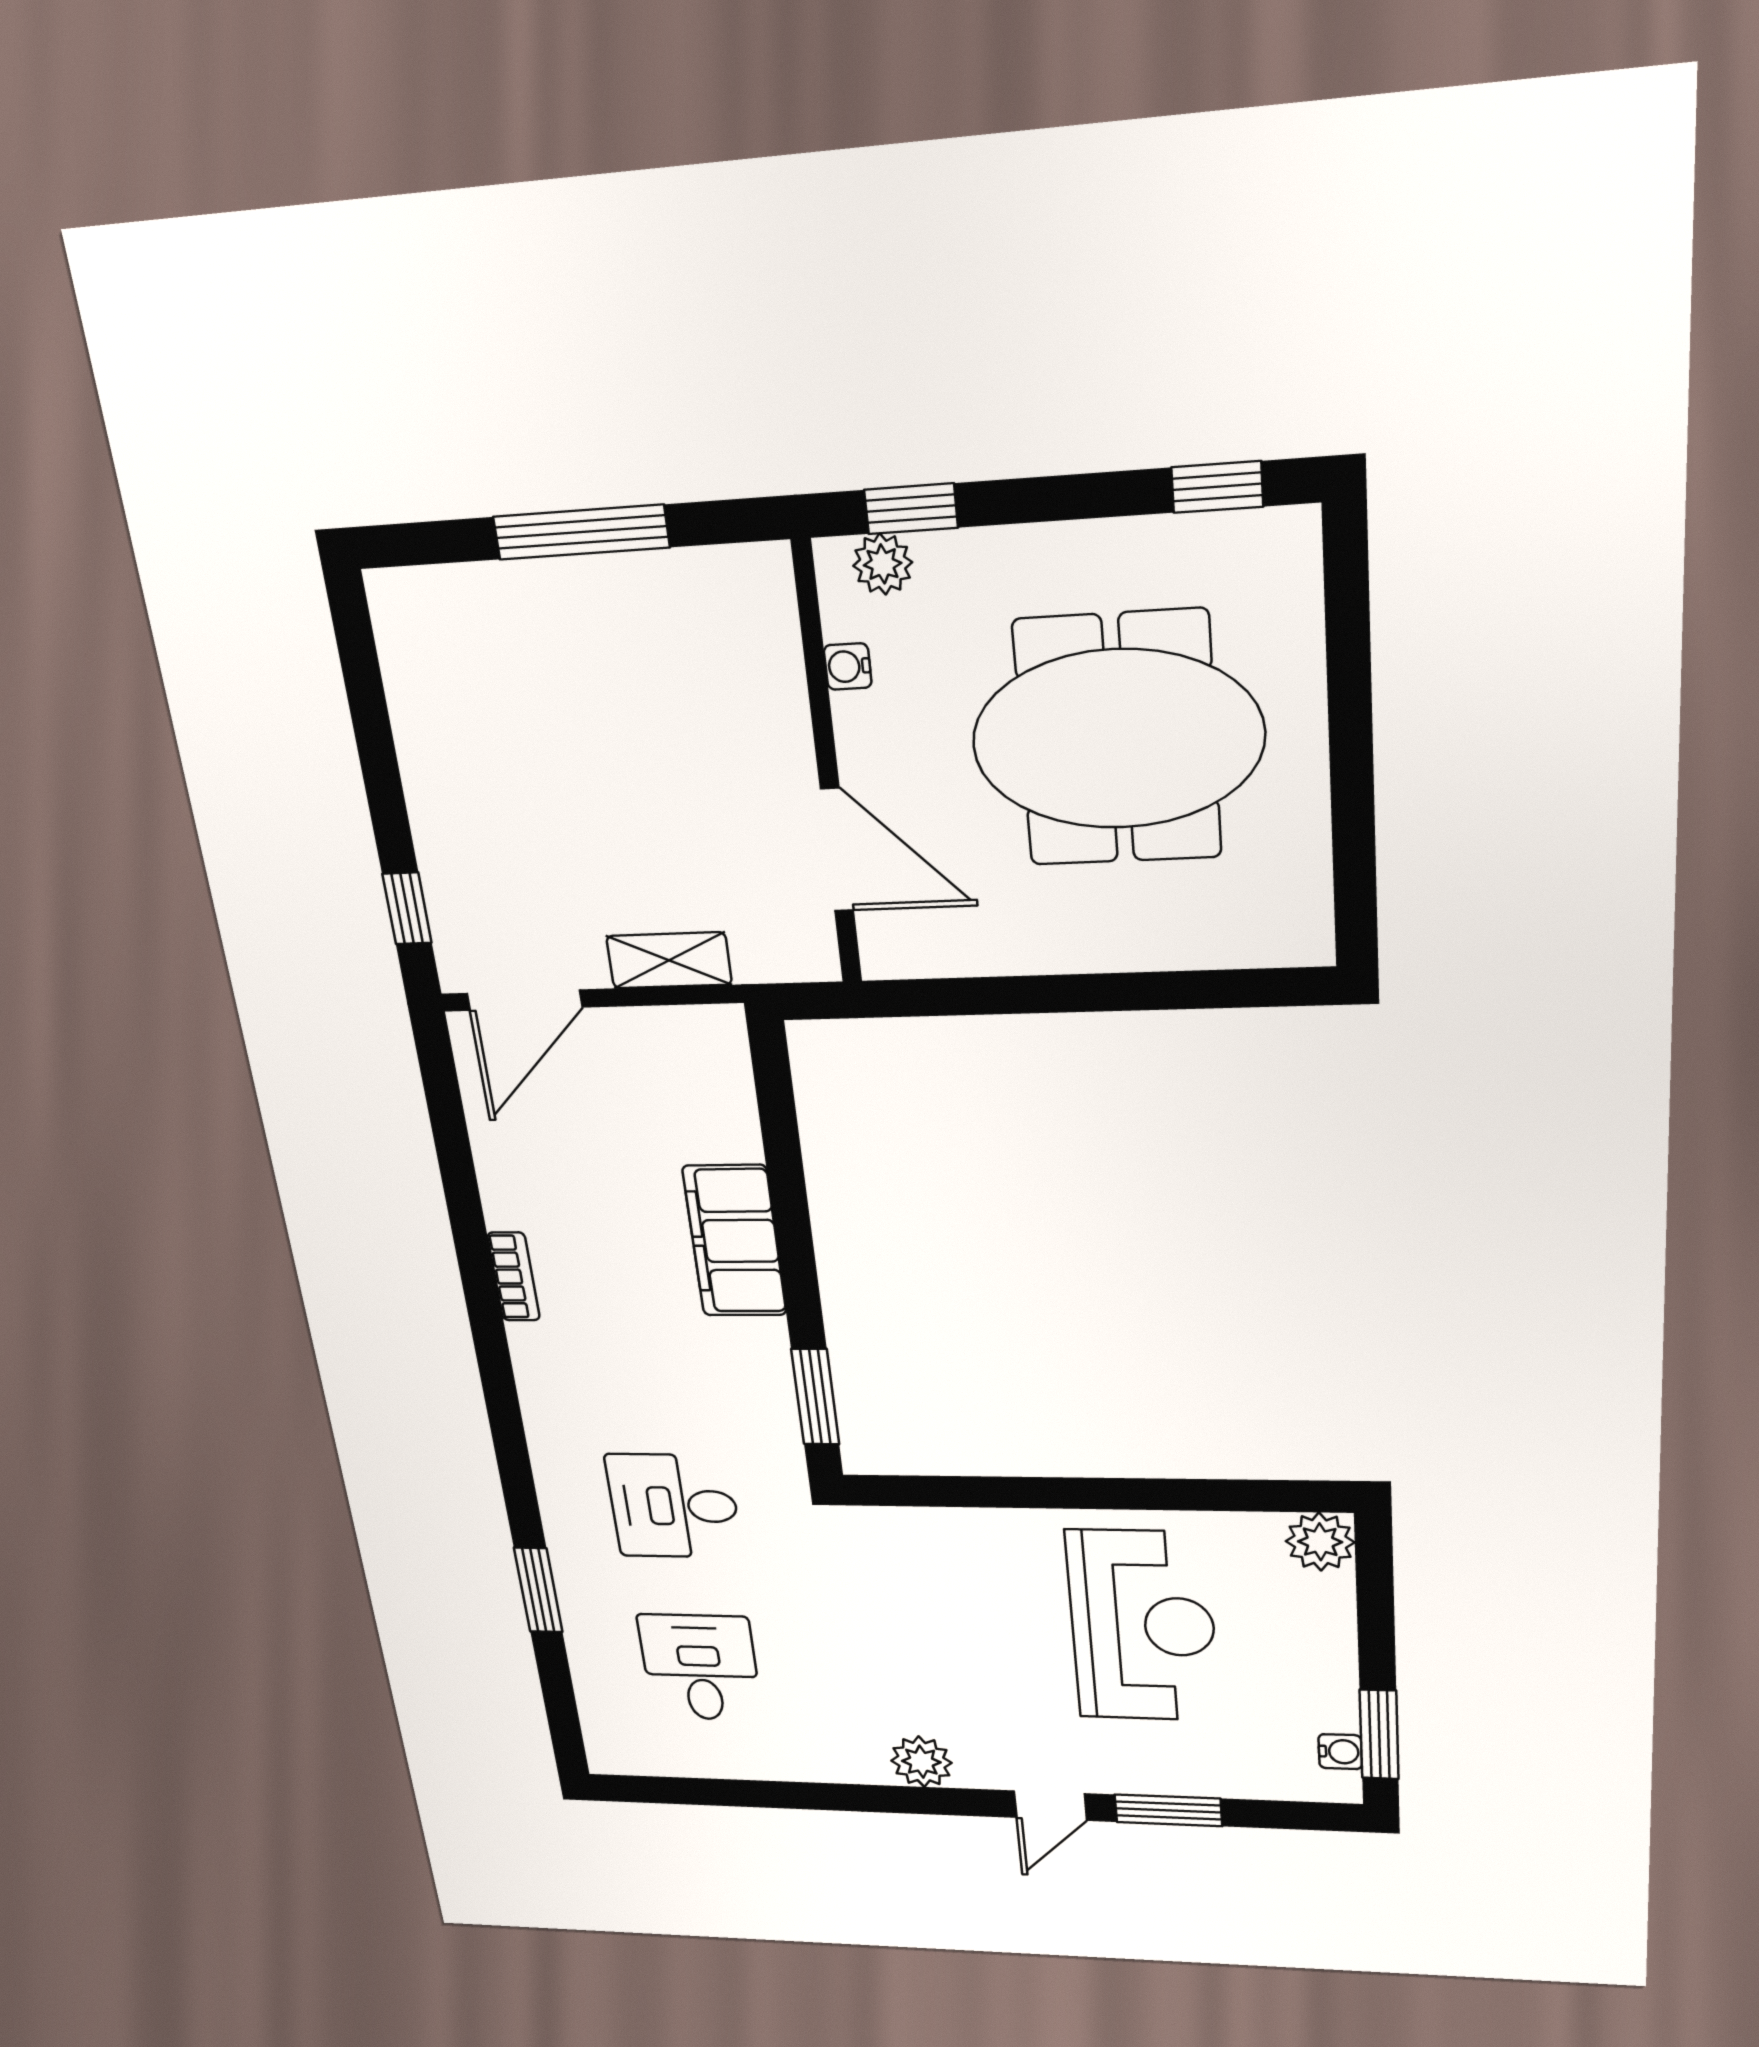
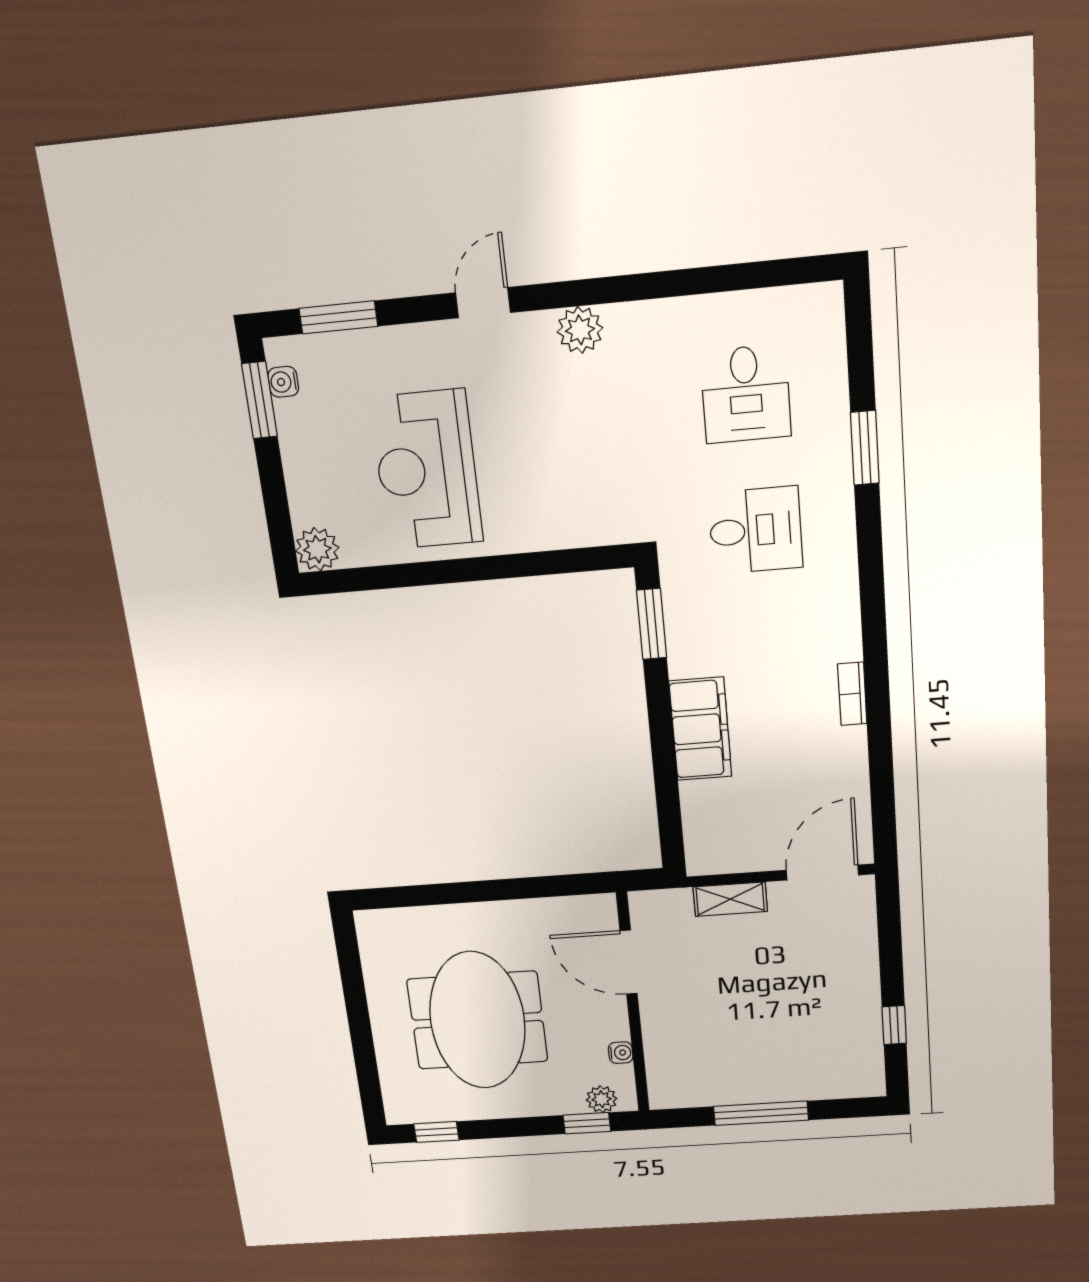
meeting table: (1118, 739) -> (477, 1020), turned 90
window: (407, 908) -> (894, 1025), moved
window: (1168, 1810) -> (338, 317), moved

